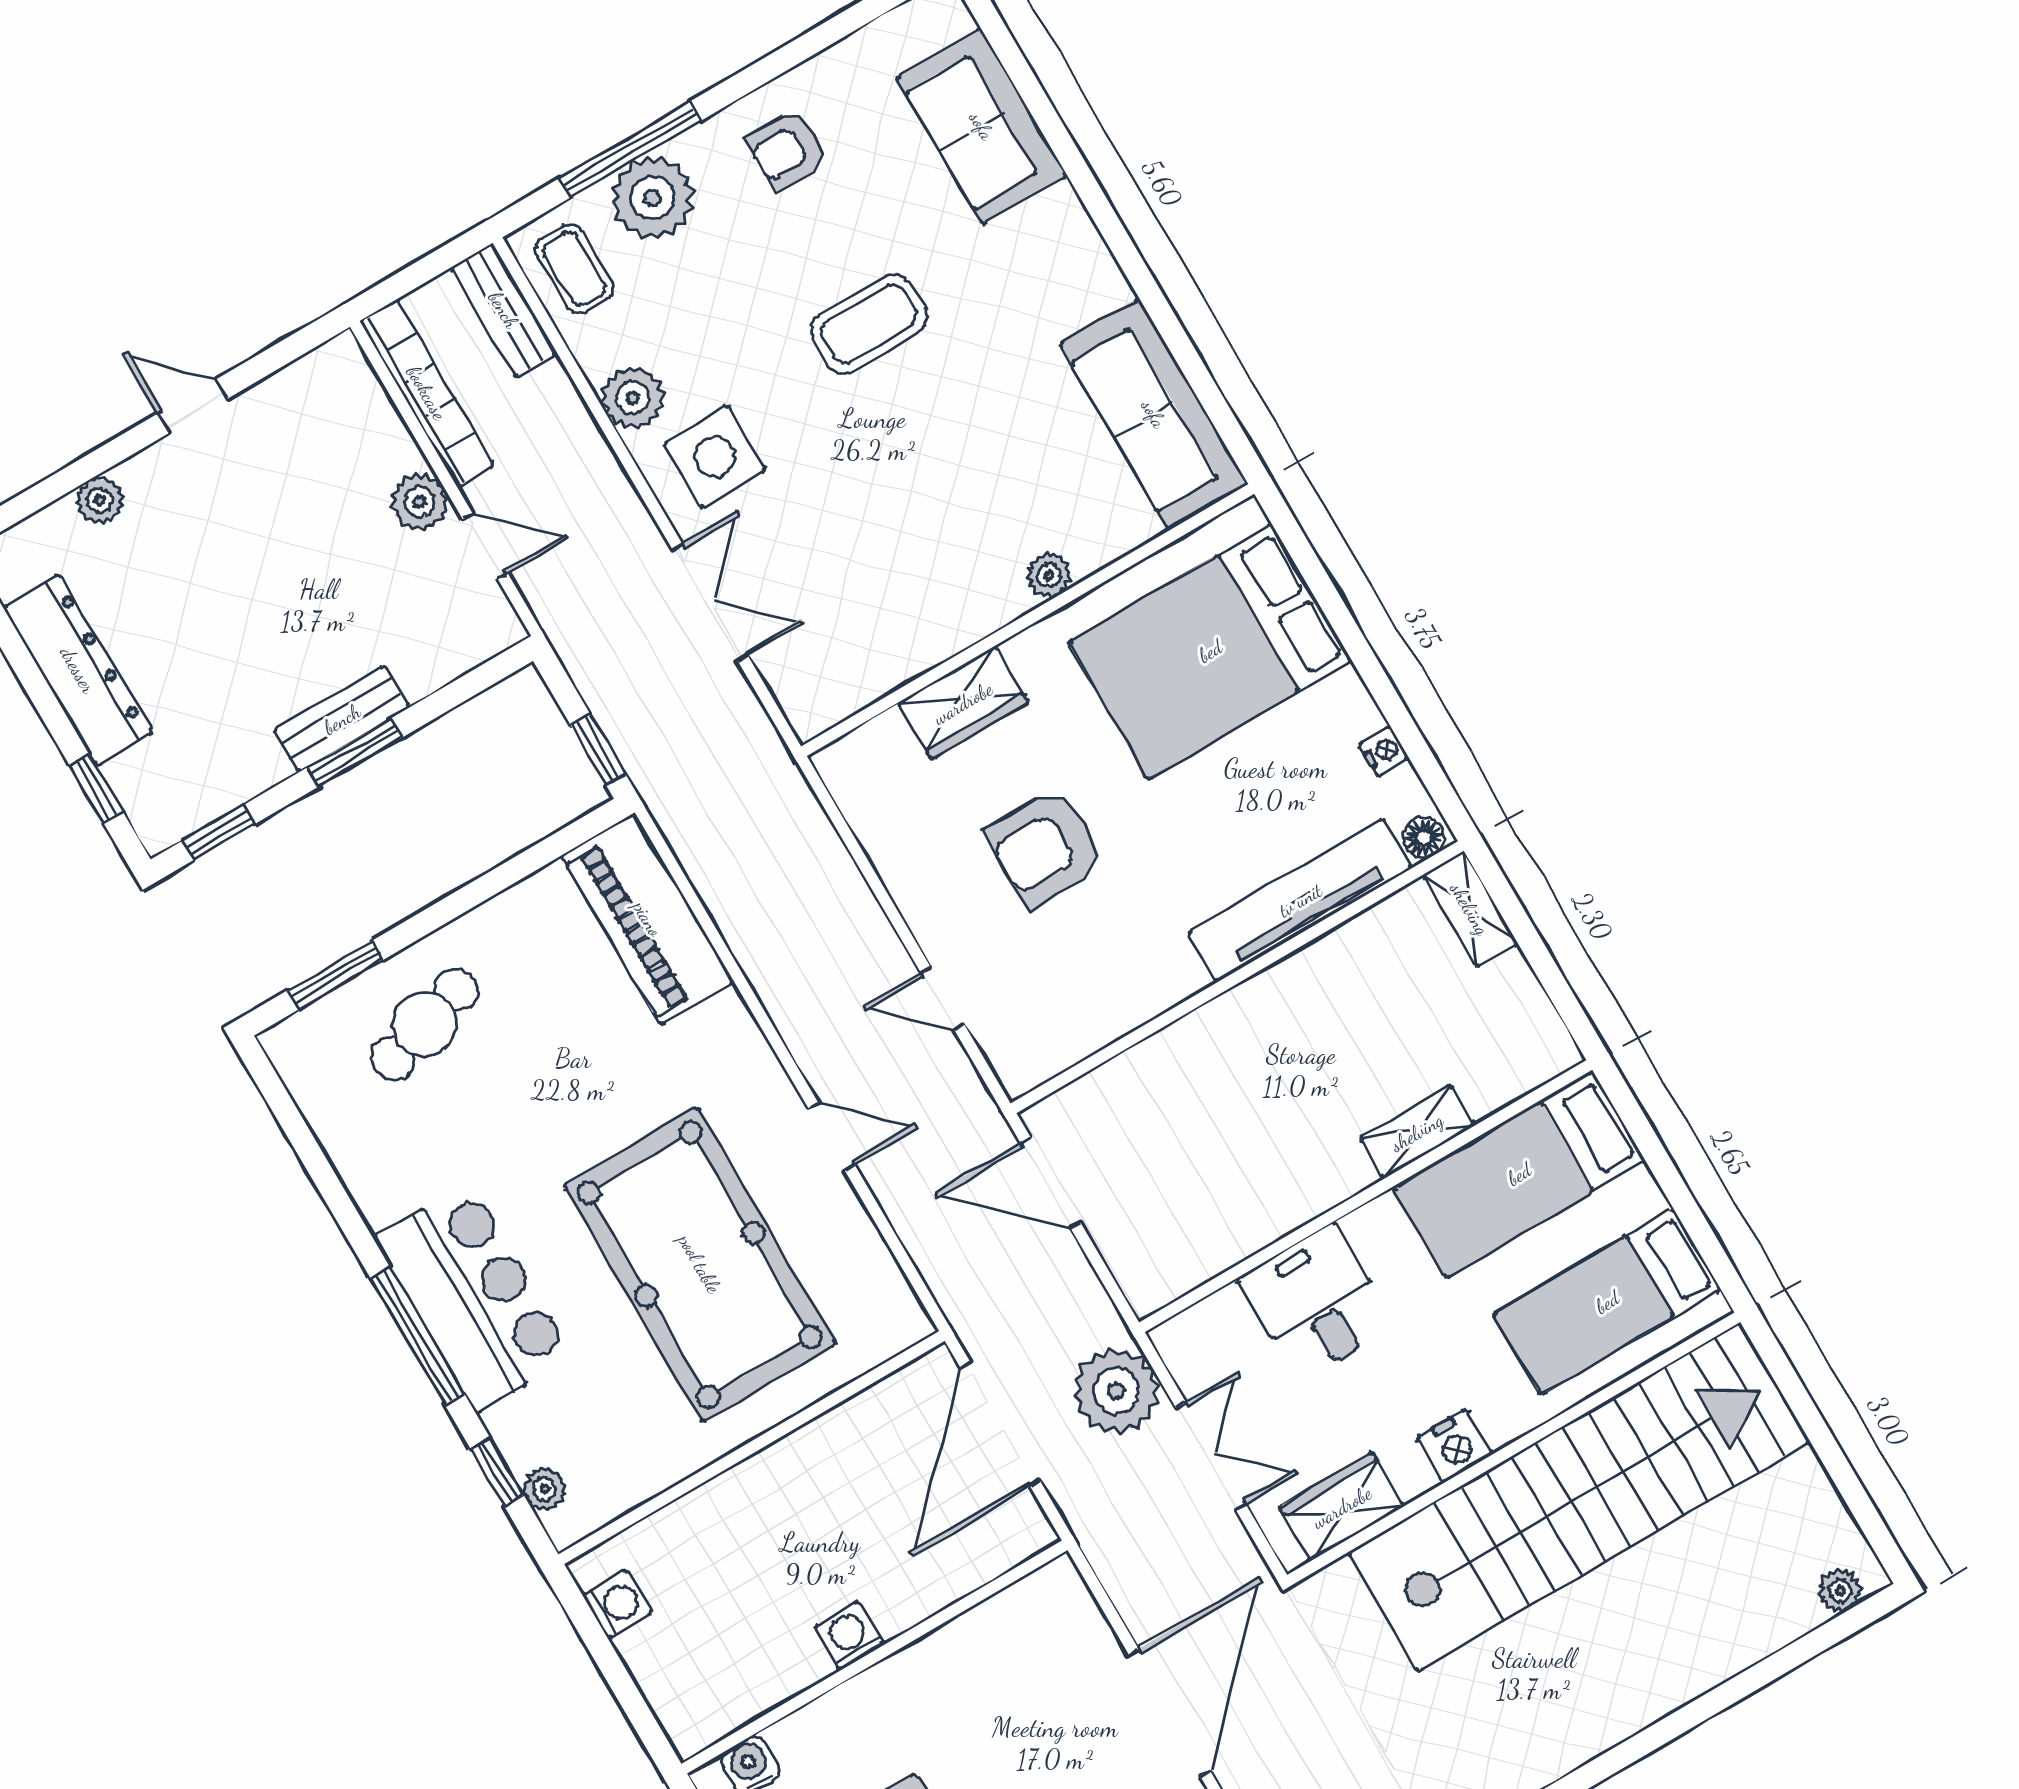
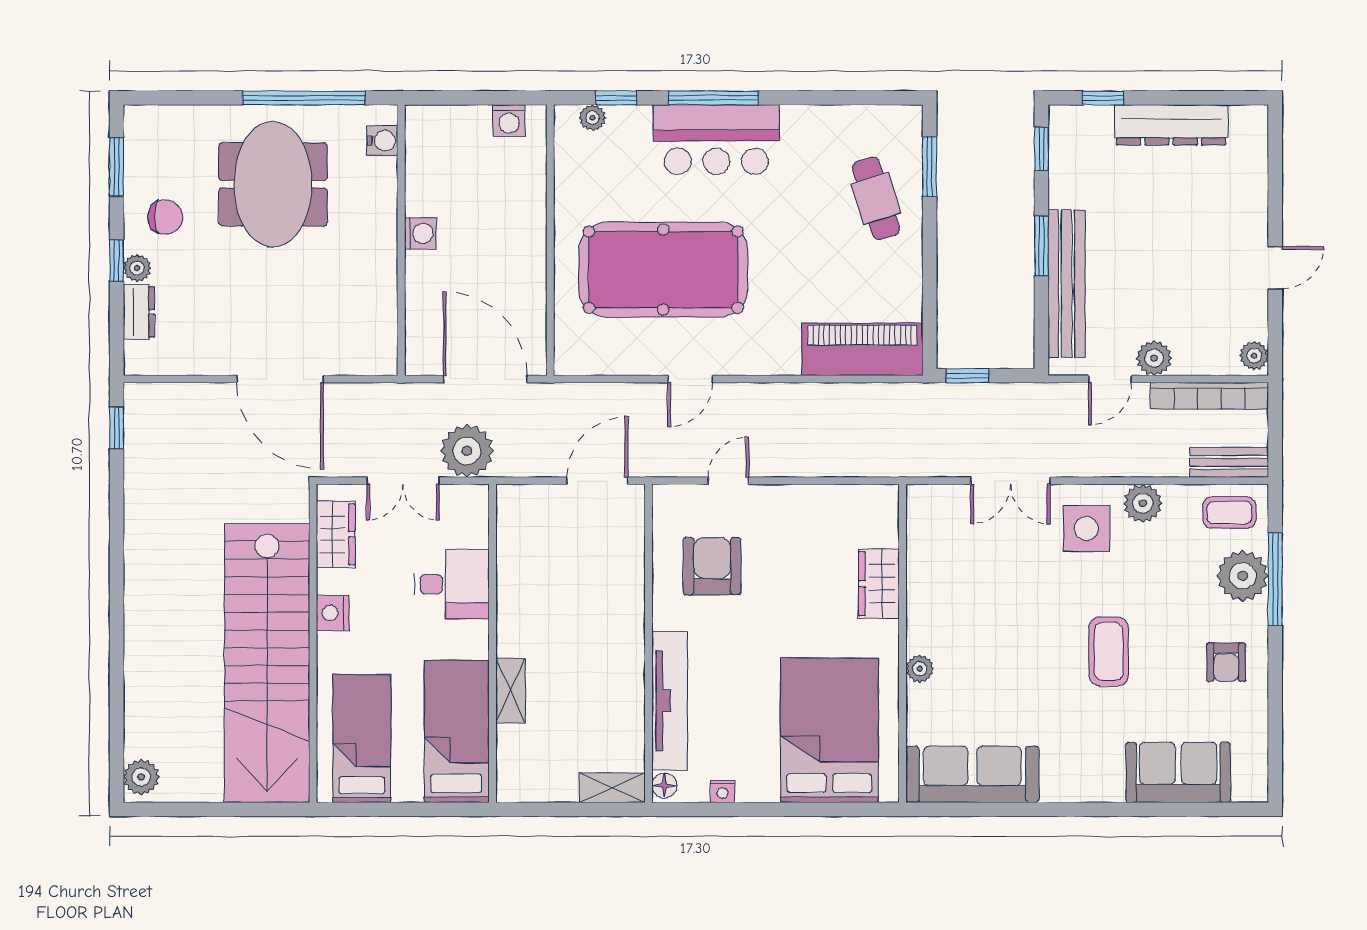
armchair: (787, 150) -> (1226, 662), turned 180
plant: (100, 500) -> (1254, 356), moved
bench: (342, 719) -> (1067, 284), width x1.86, depth x1.21
armchair: (1045, 847) -> (712, 566), moved
plant: (1840, 1591) -> (141, 777), width x1.38, depth x1.38

